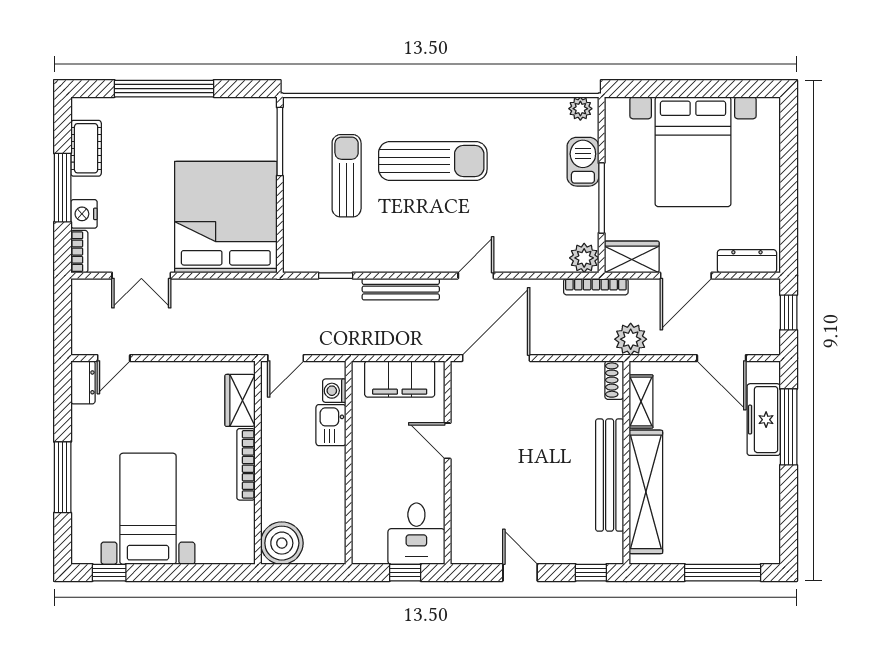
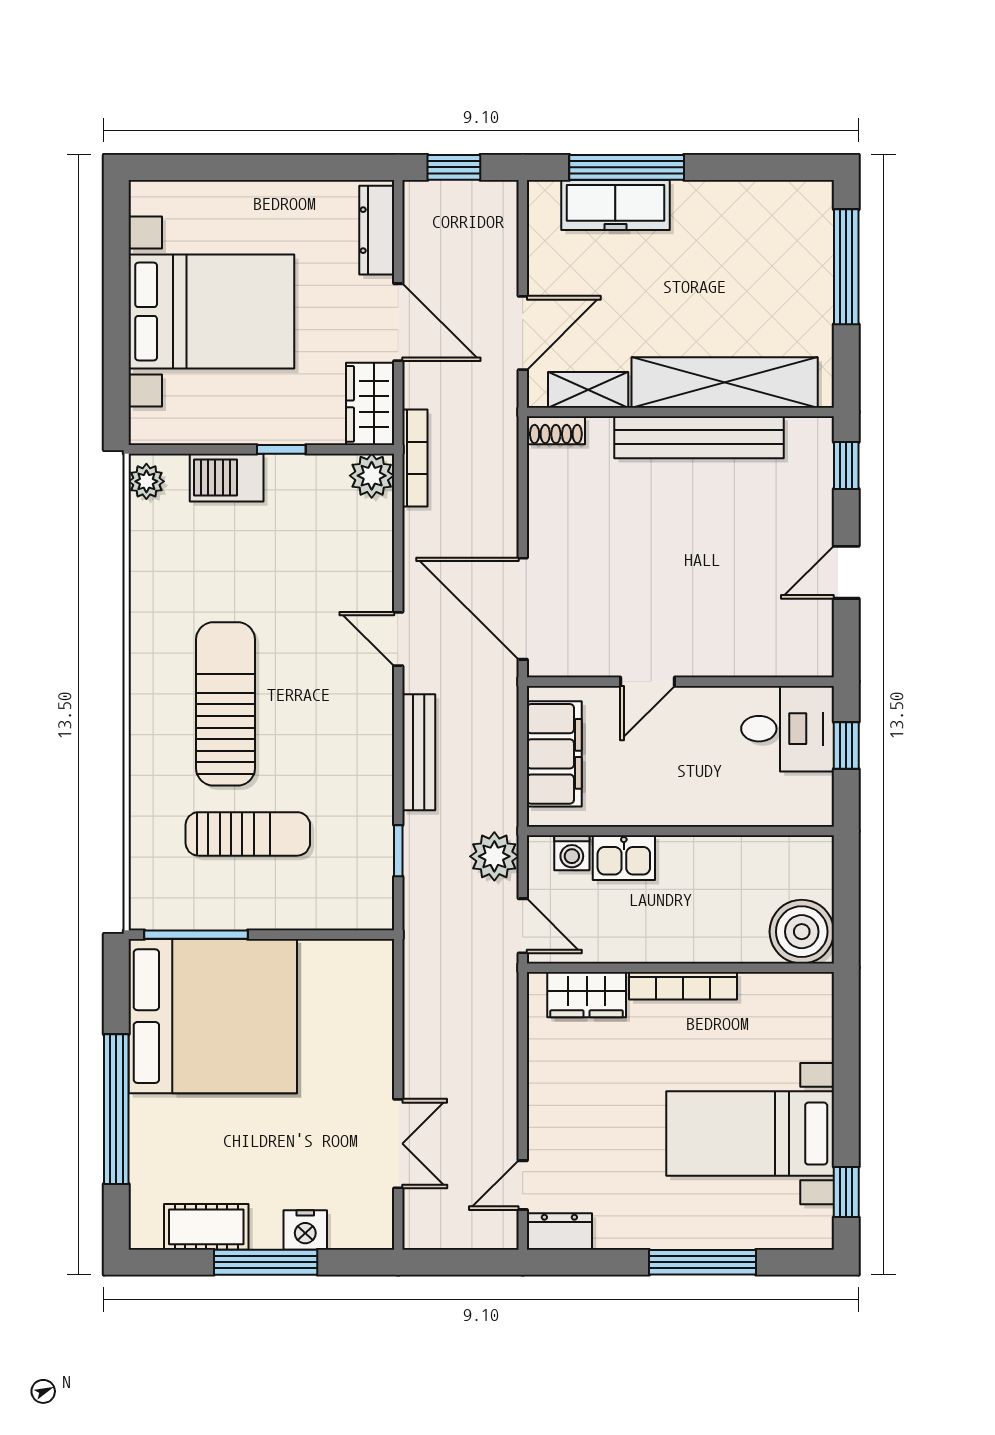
sun lounger: (347, 176) -> (248, 834), turned 180
window: (602, 198) -> (281, 449), width x0.46
bed: (226, 217) -> (213, 1016), moved, turned 180
bookcase: (79, 252) -> (362, 1237), removed
plant: (631, 339) -> (494, 856), moved
door: (114, 358) -> (523, 1185), swing flipped
door: (721, 358) -> (523, 333), moved

